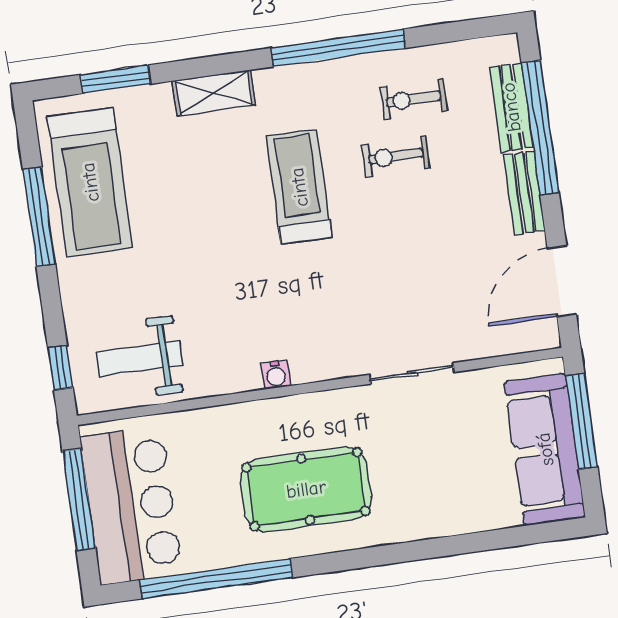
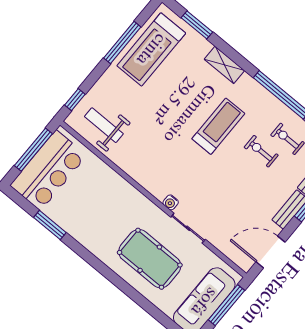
water cooler: (276, 375) -> (171, 202), moved
pool table: (306, 489) -> (150, 259), moved
window: (216, 579) -> (50, 225), width x0.47

